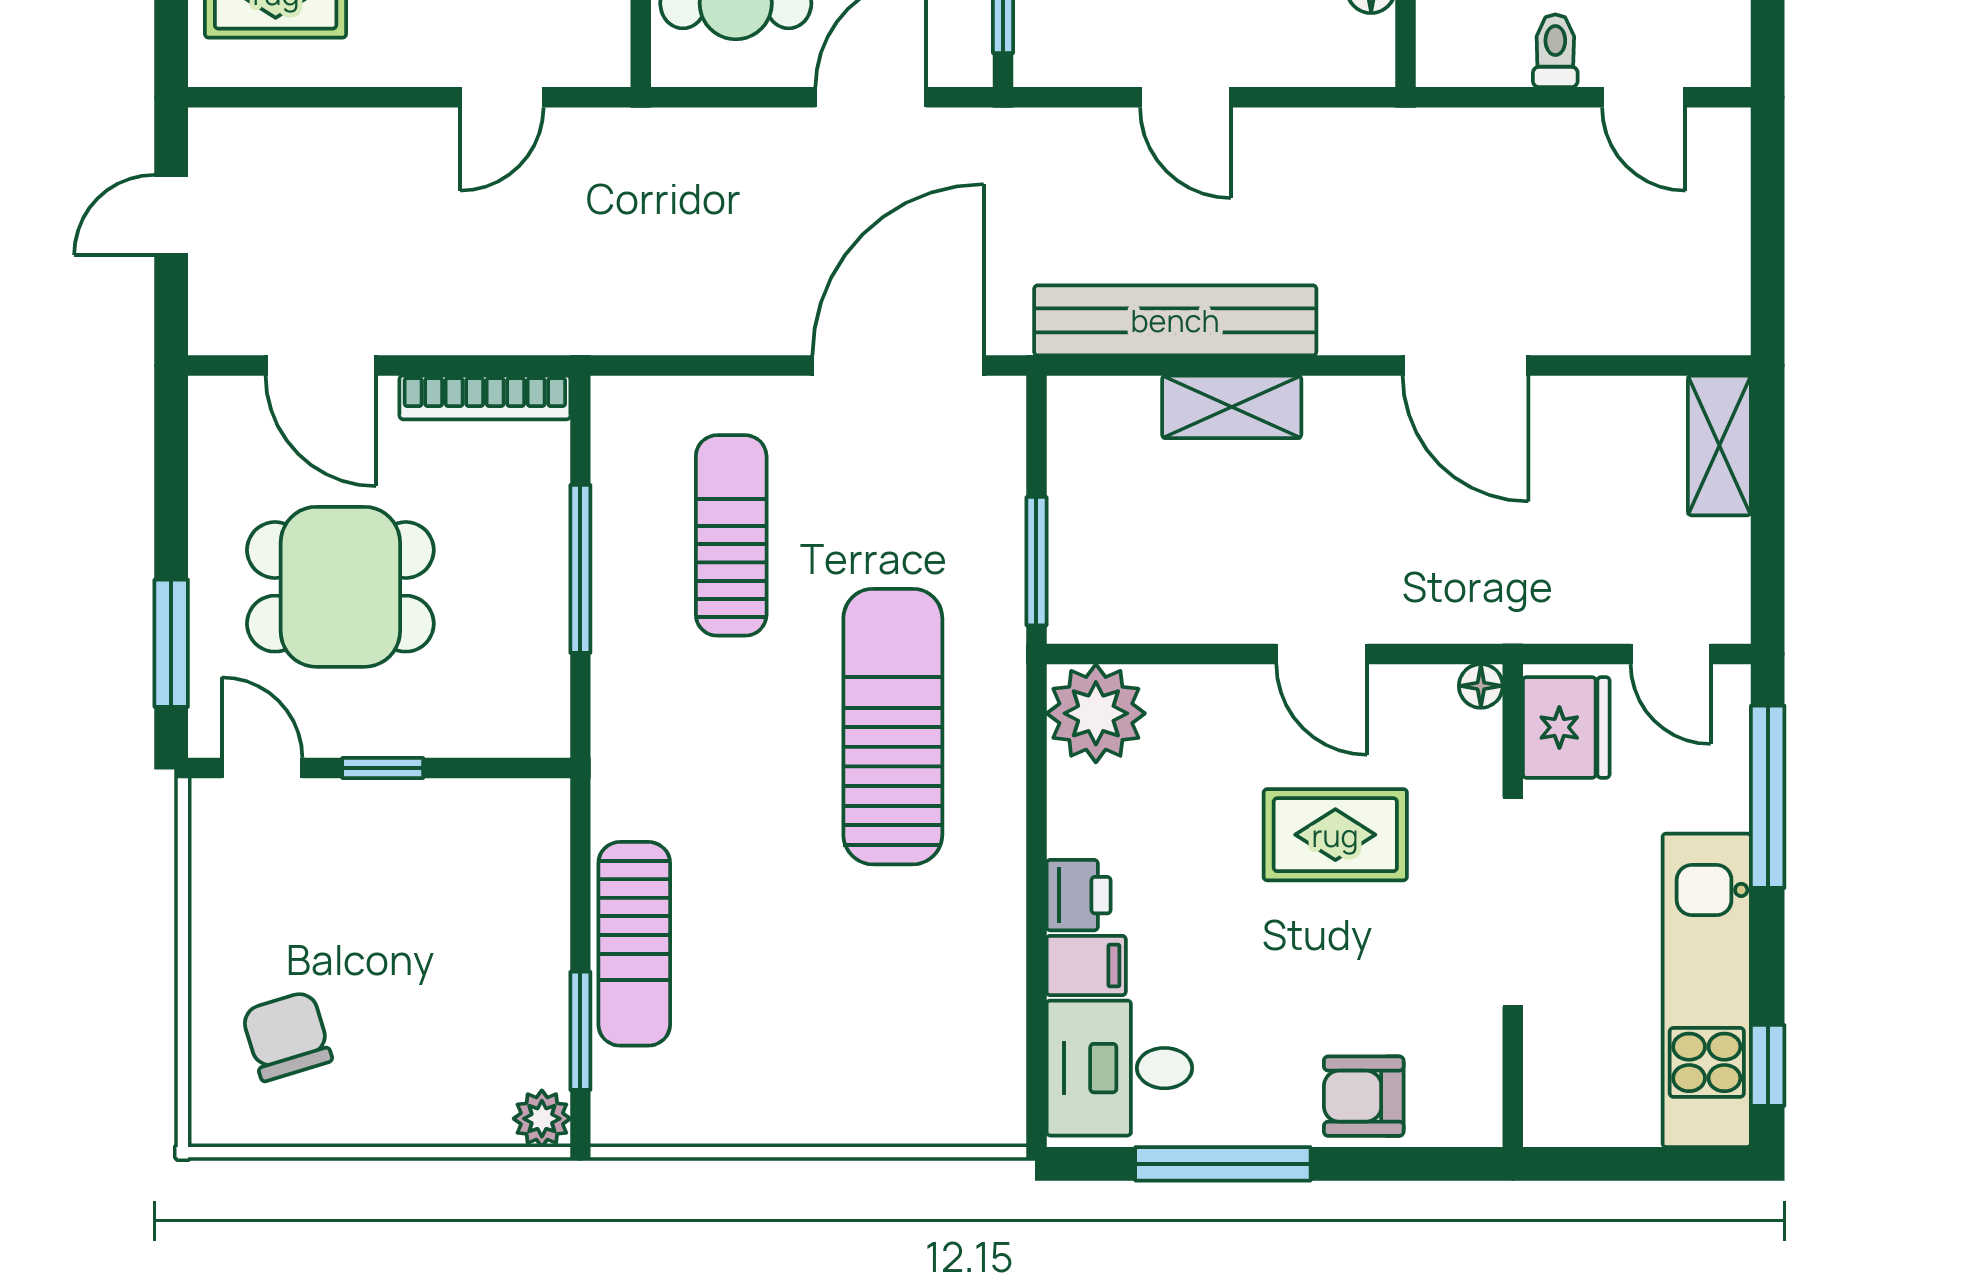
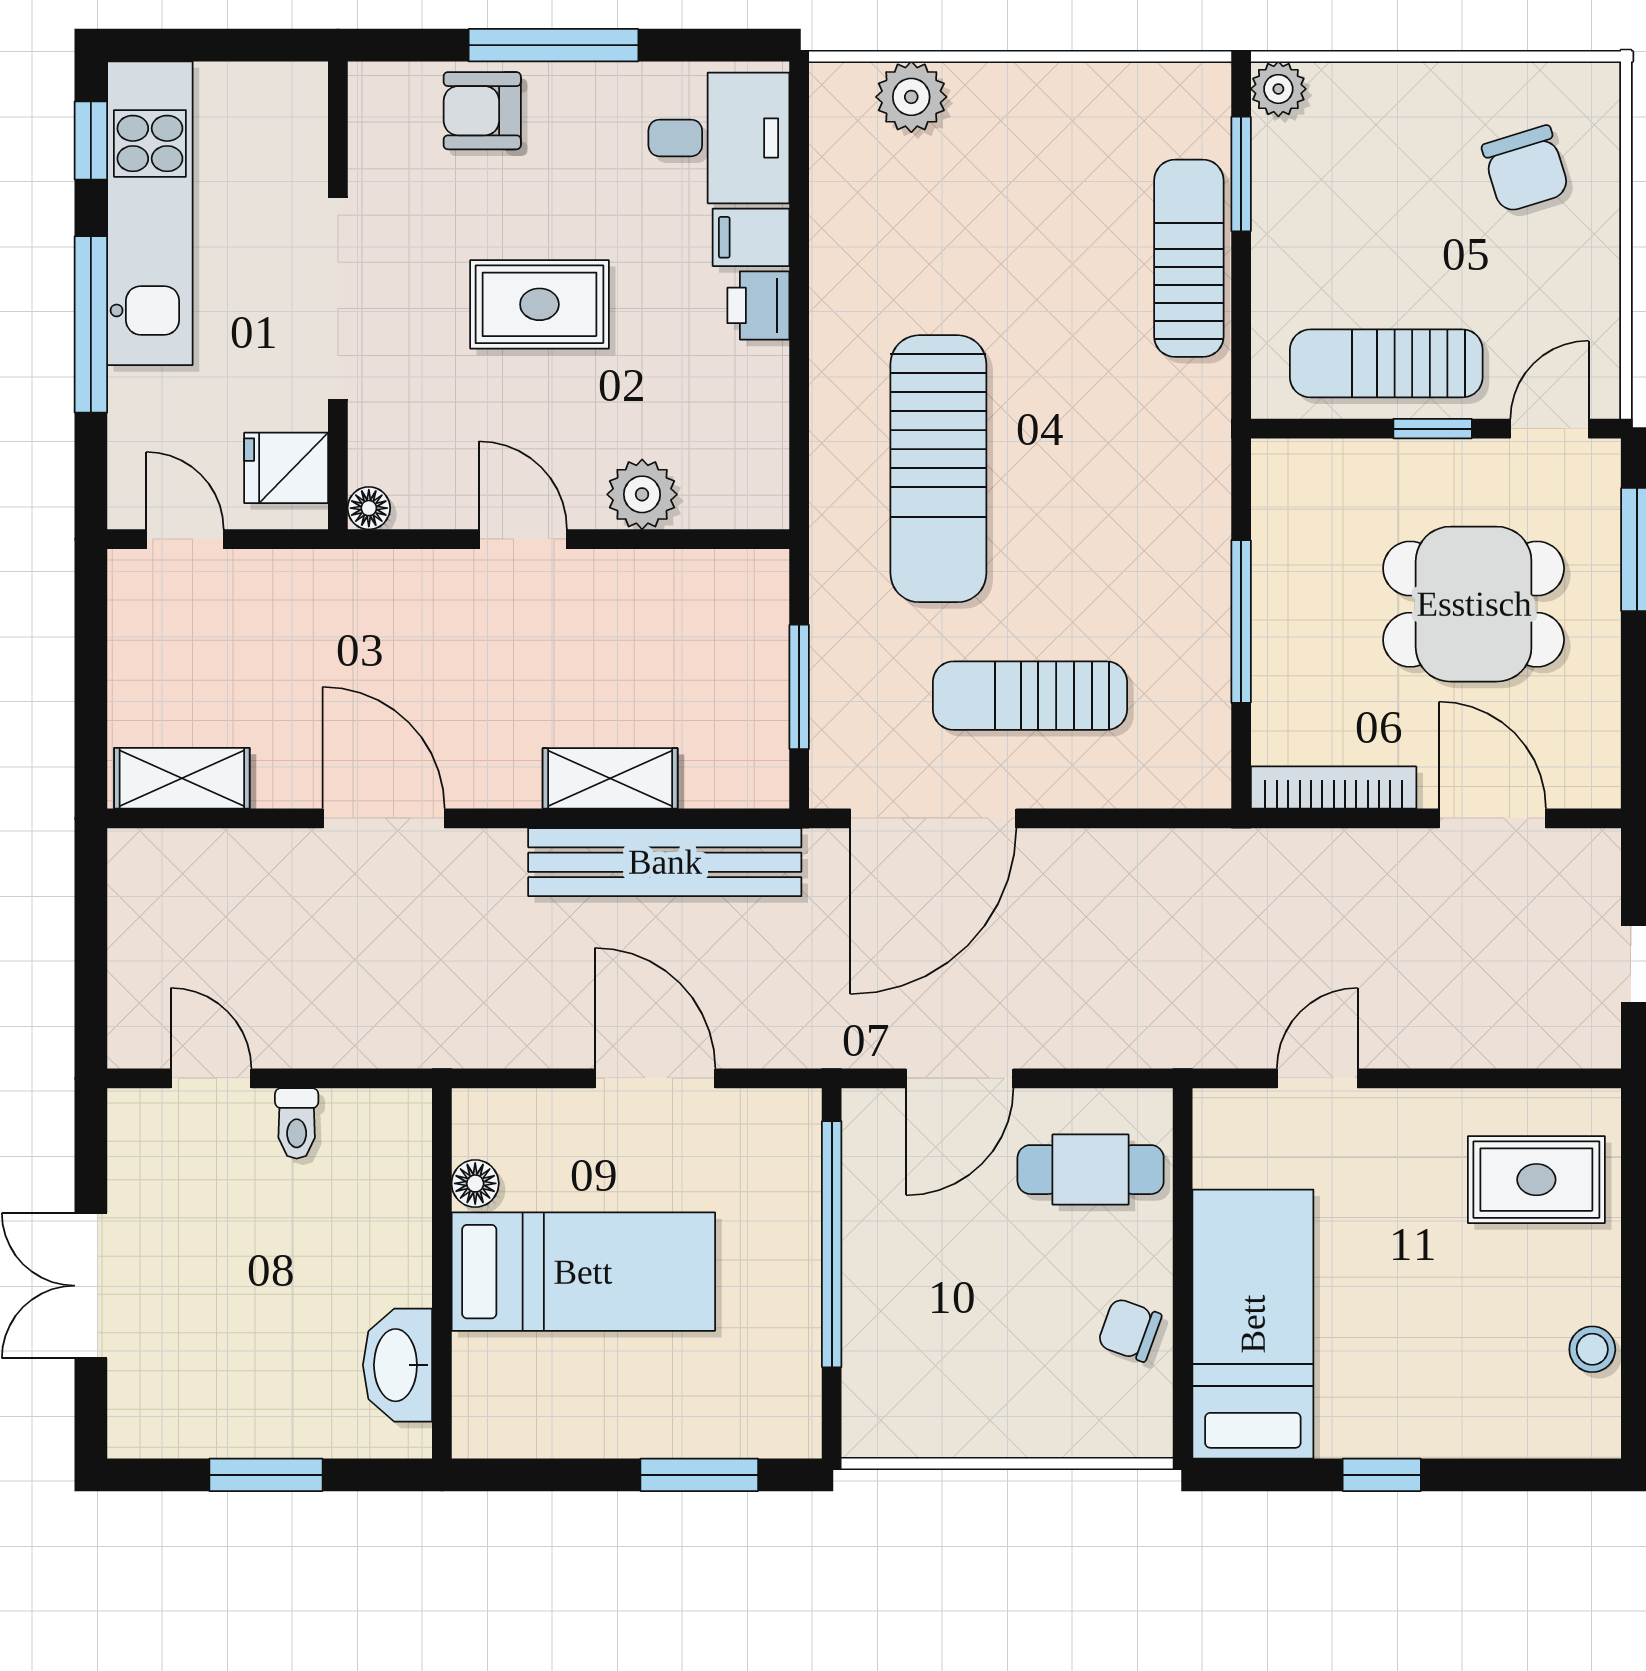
door: (1185, 97) -> (655, 1078), width x1.38
shelving: (1719, 445) -> (182, 778), moved, turned 90
sun lounger: (731, 535) -> (1030, 696), moved, turned 90
window: (1036, 561) -> (799, 687), moved
plant: (1096, 713) -> (642, 494), moved, width x0.73, depth x0.73
fridge: (1566, 727) -> (286, 468), width x0.72
door: (262, 768) -> (1550, 429), swing flipped
window: (1768, 797) -> (91, 324), moved
sun lounger: (430, 835) -> (1386, 363), added
rug: (1335, 835) -> (539, 304), moved
armchair: (1364, 1096) -> (482, 111), turned 180
plant: (921, 1110) -> (911, 97), added
window: (1223, 1164) -> (553, 45), moved

